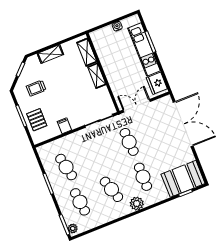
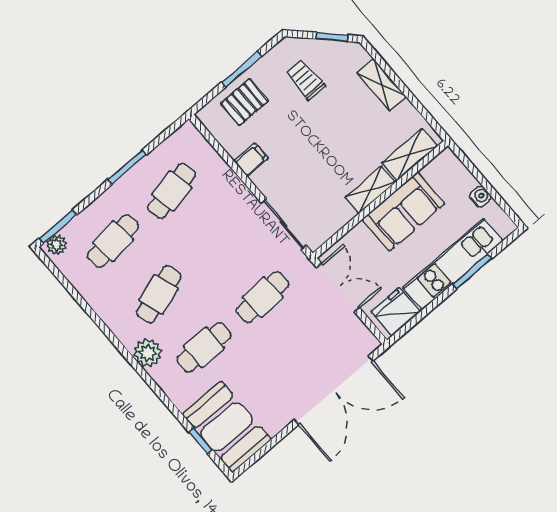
sofa: (112, 64) -> (403, 211), added

